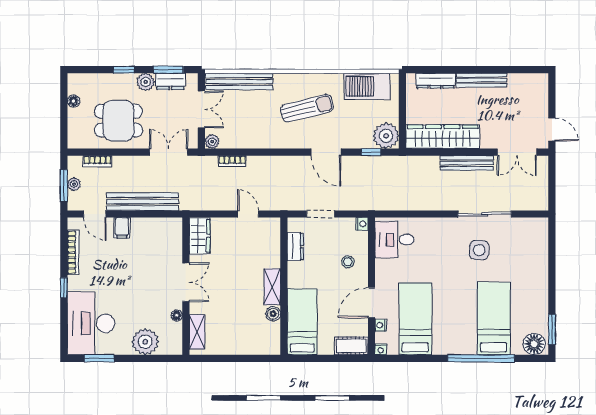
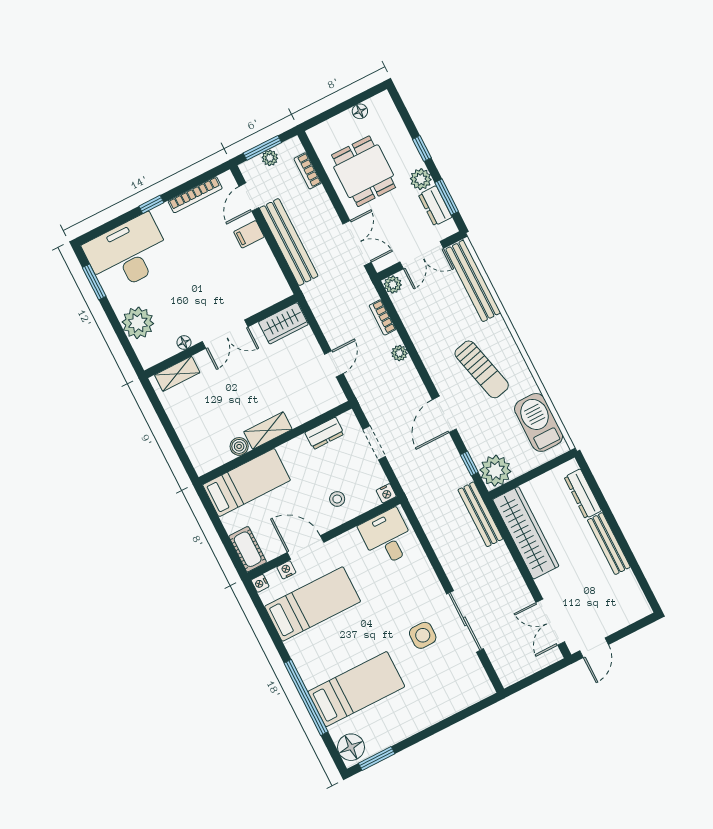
plant: (265, 162) -> (399, 353), added
bench: (467, 163) -> (480, 514), moved

